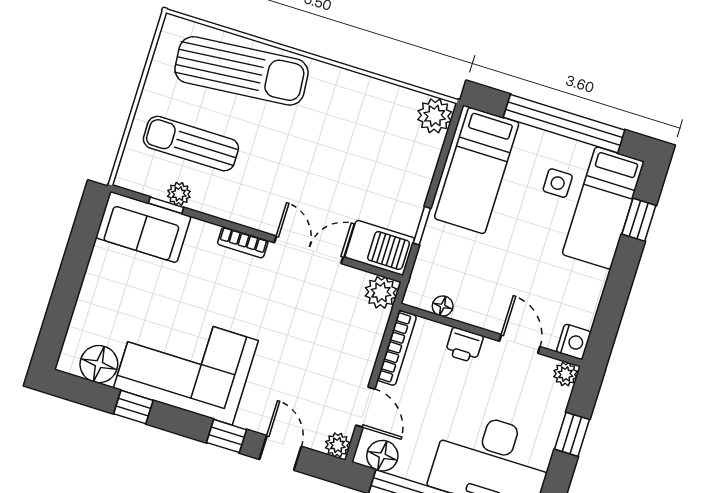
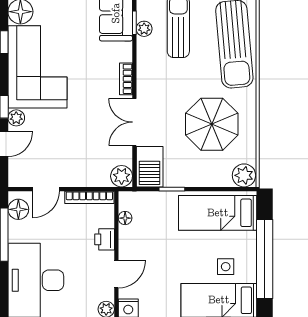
parasol: (347, 139) -> (212, 124), added
double door: (309, 250) -> (134, 122), swing flipped
plant: (337, 445) -> (16, 118), moved

